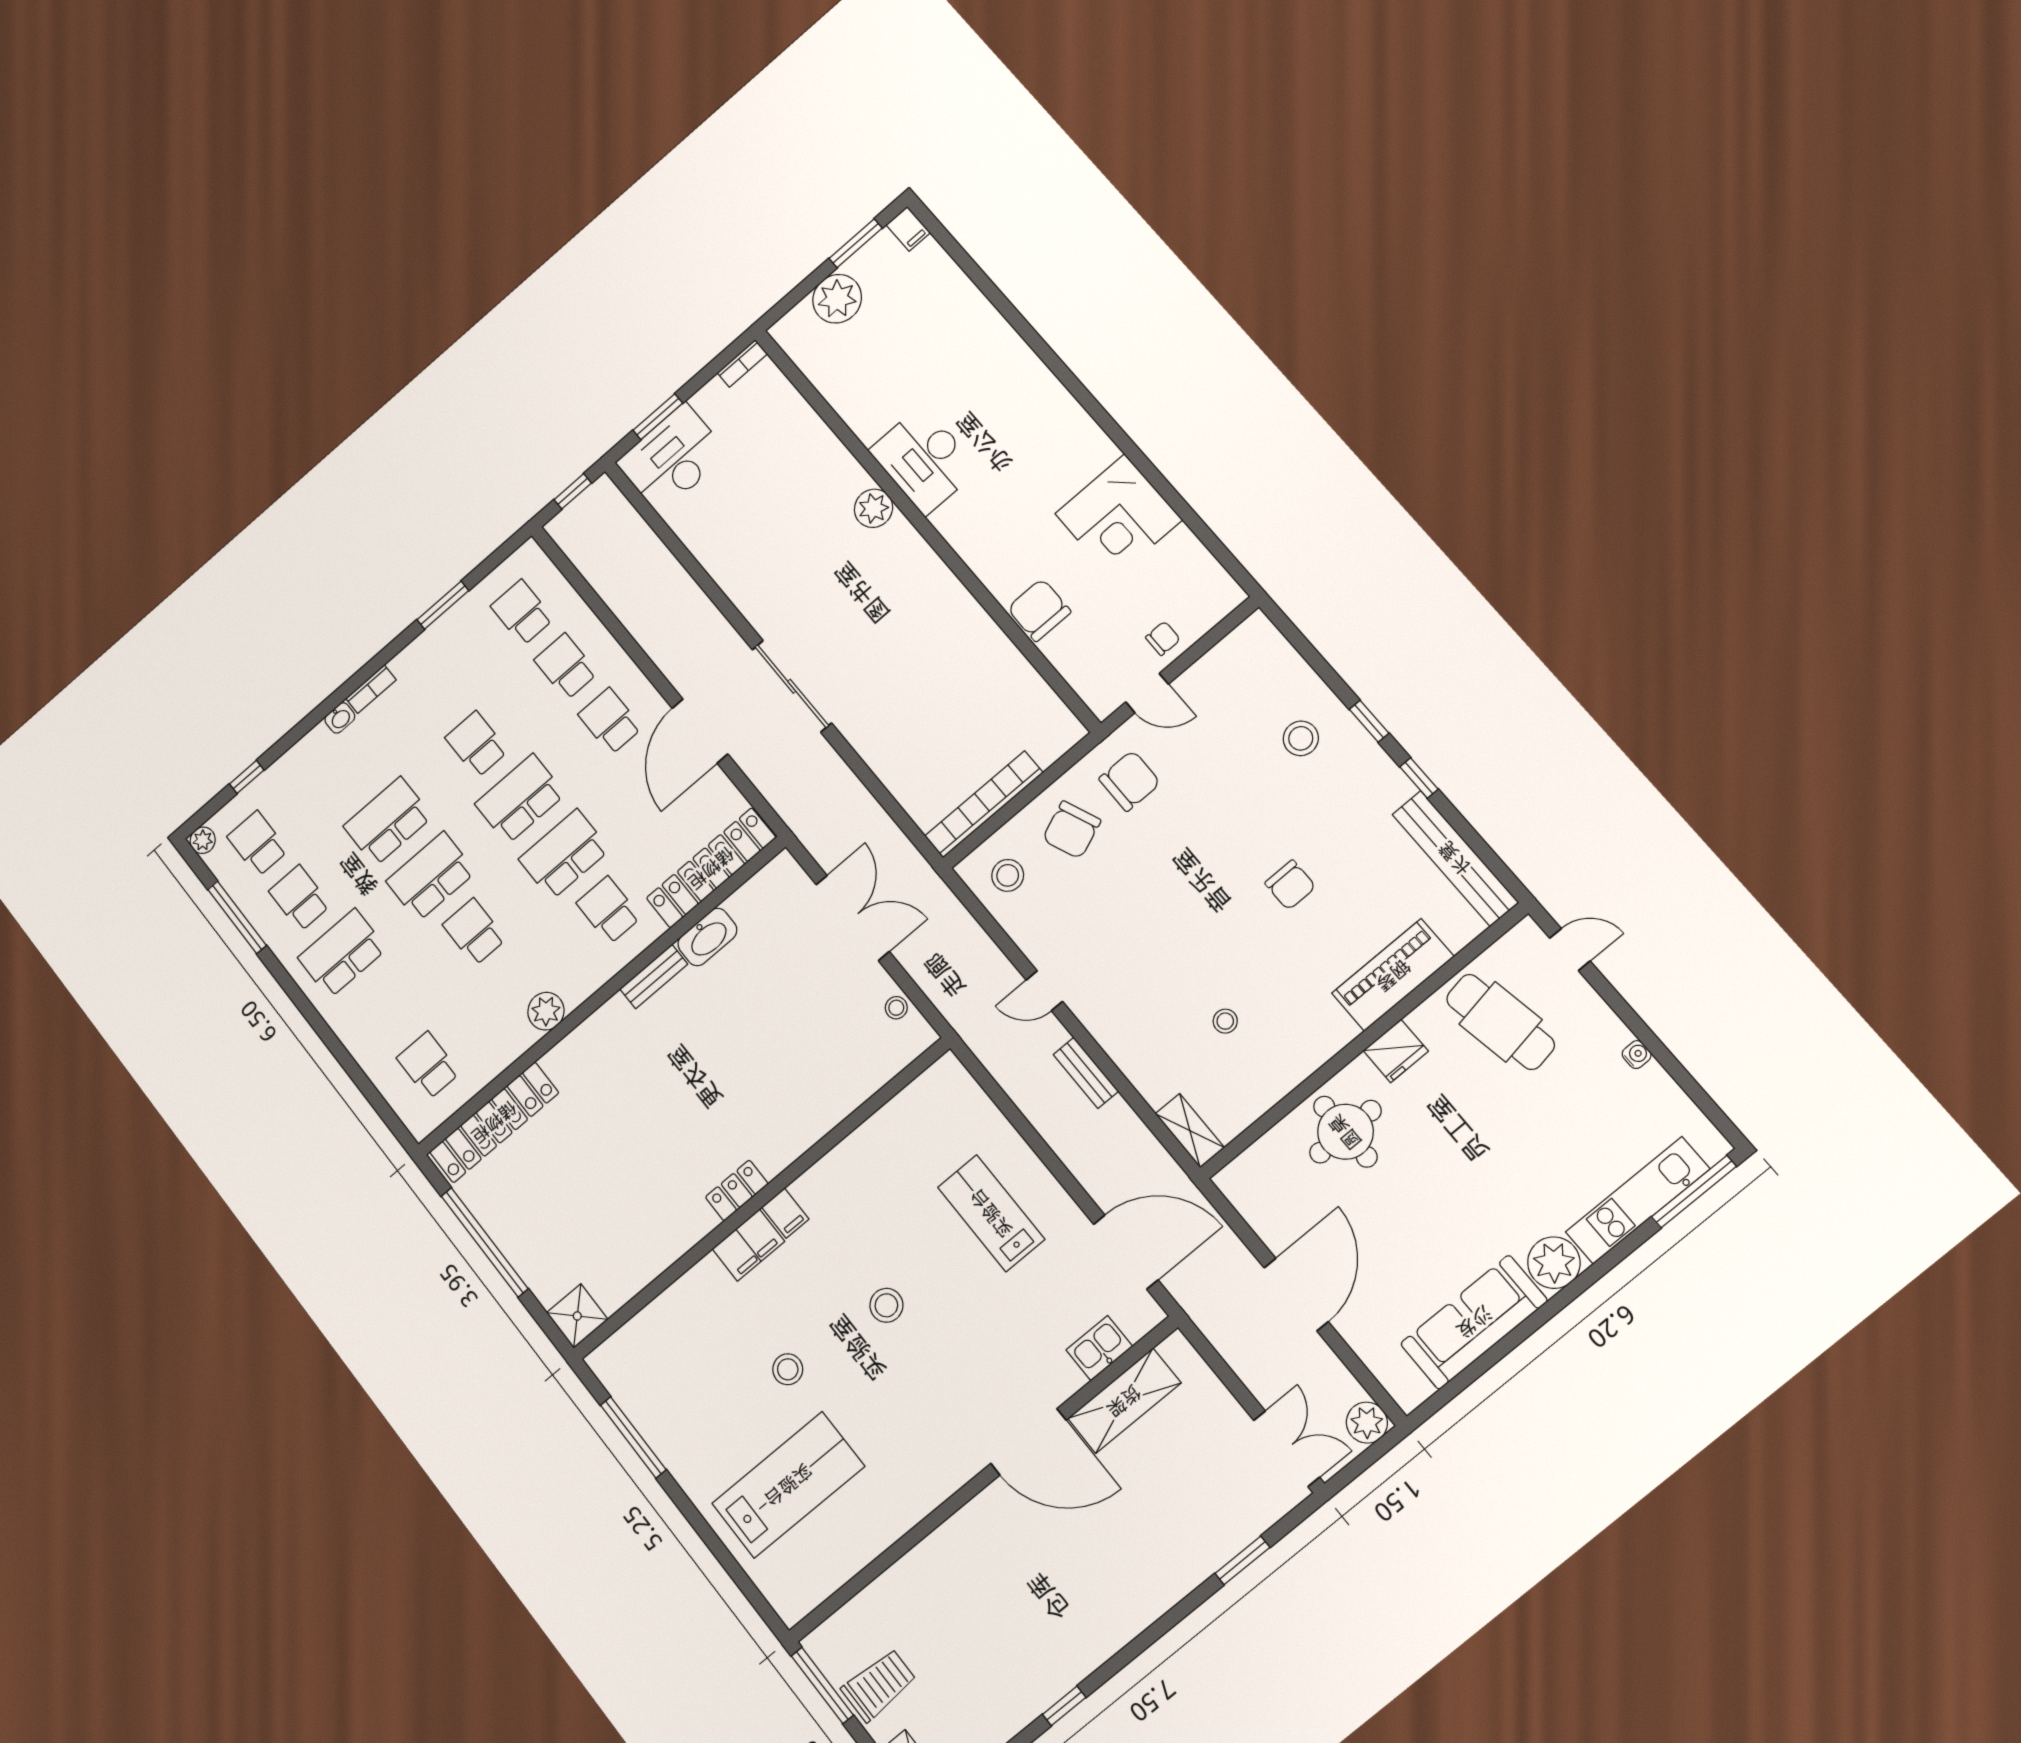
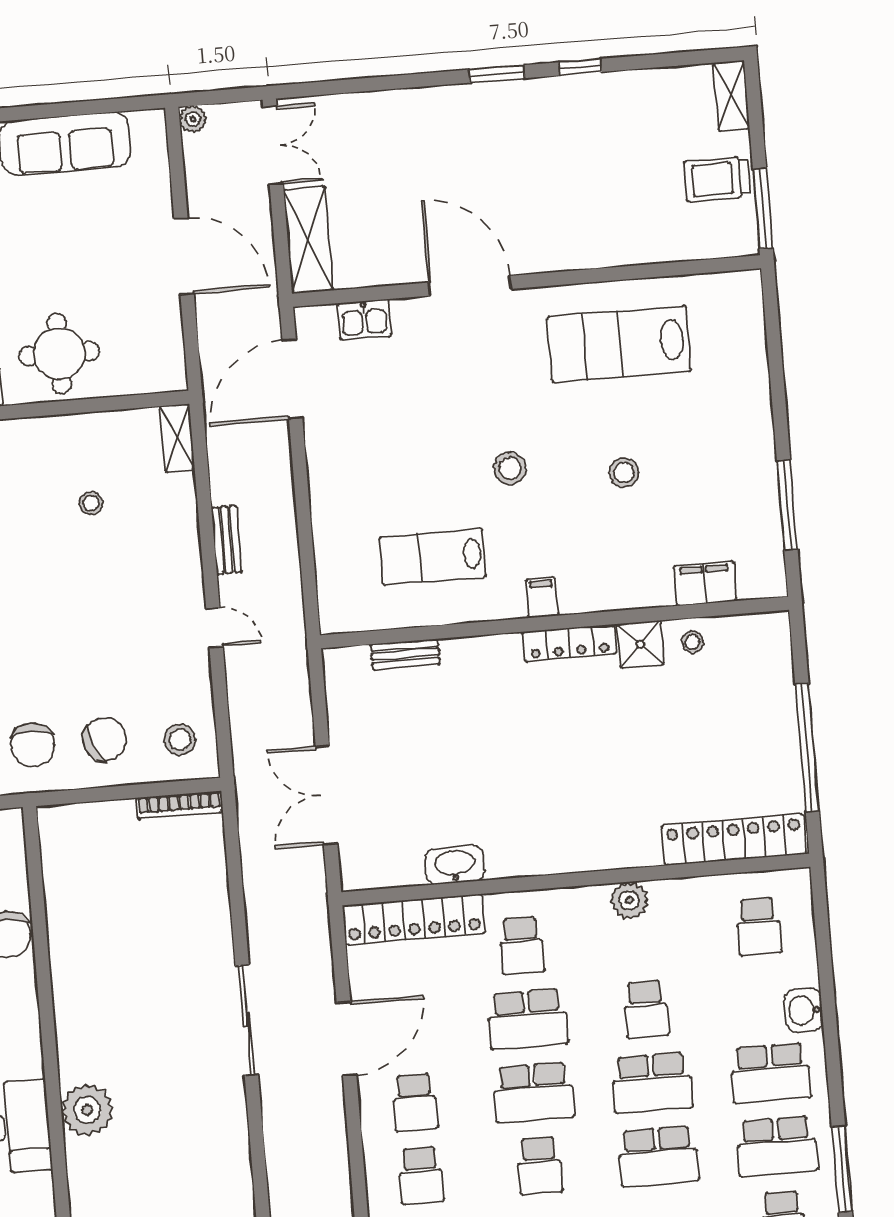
plant: (874, 508) -> (87, 1110), width x1.36, depth x1.36
chair: (1130, 781) -> (33, 745), turned -90
bookcase: (984, 804) -> (180, 805), width x0.68, depth x0.76
school desk: (300, 898) -> (777, 1146), width x1.85
bench: (654, 977) -> (405, 654), moved
stool: (896, 1008) -> (692, 642), moved
washbasin: (348, 1023) -> (804, 1010), added
locker: (737, 1190) -> (569, 643), width x1.53
lab bench: (991, 1213) -> (433, 557), moved, turned 90
filing cabinet: (748, 1245) -> (705, 583), moved
door: (1126, 1252) -> (292, 379), hinge flipped
door: (1296, 1295) -> (184, 256), swing flipped
shower: (577, 1316) -> (640, 644), moved
shelving: (1124, 1401) -> (308, 240), moved, turned 90
plant: (1367, 1423) -> (193, 119), width x0.73, depth x0.73
double door: (1287, 1449) -> (273, 145), swing flipped
lab bench: (788, 1485) -> (619, 344), moved
window: (1242, 1560) -> (497, 74), moved

